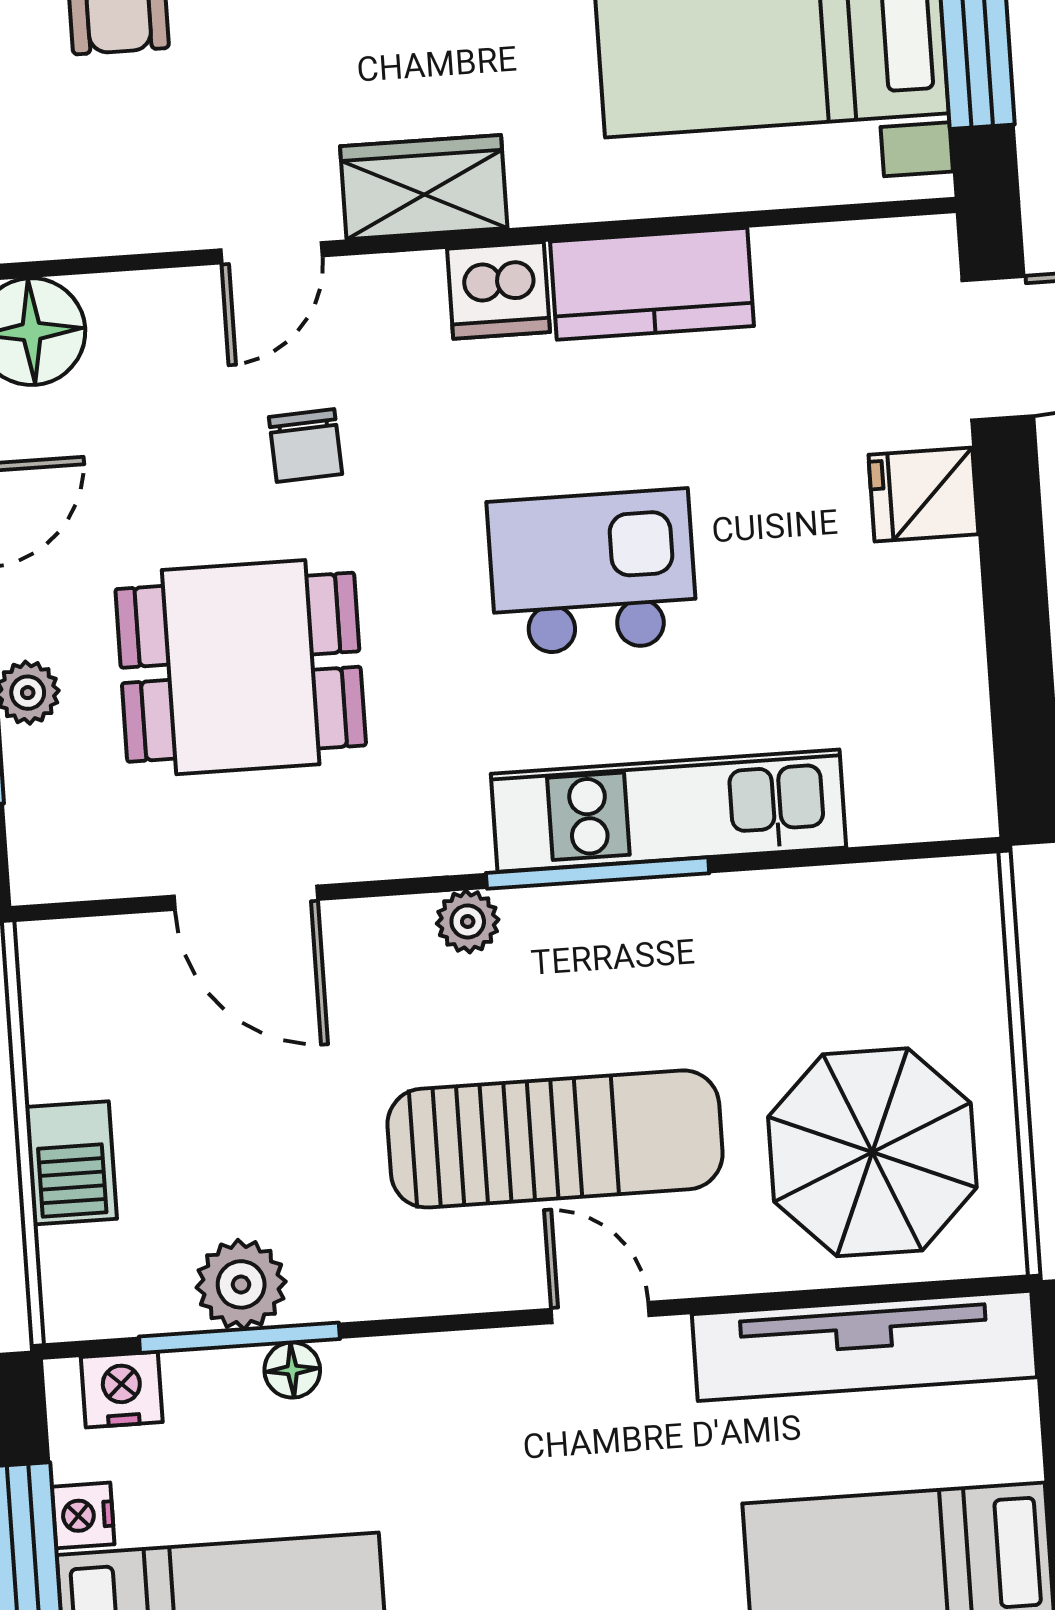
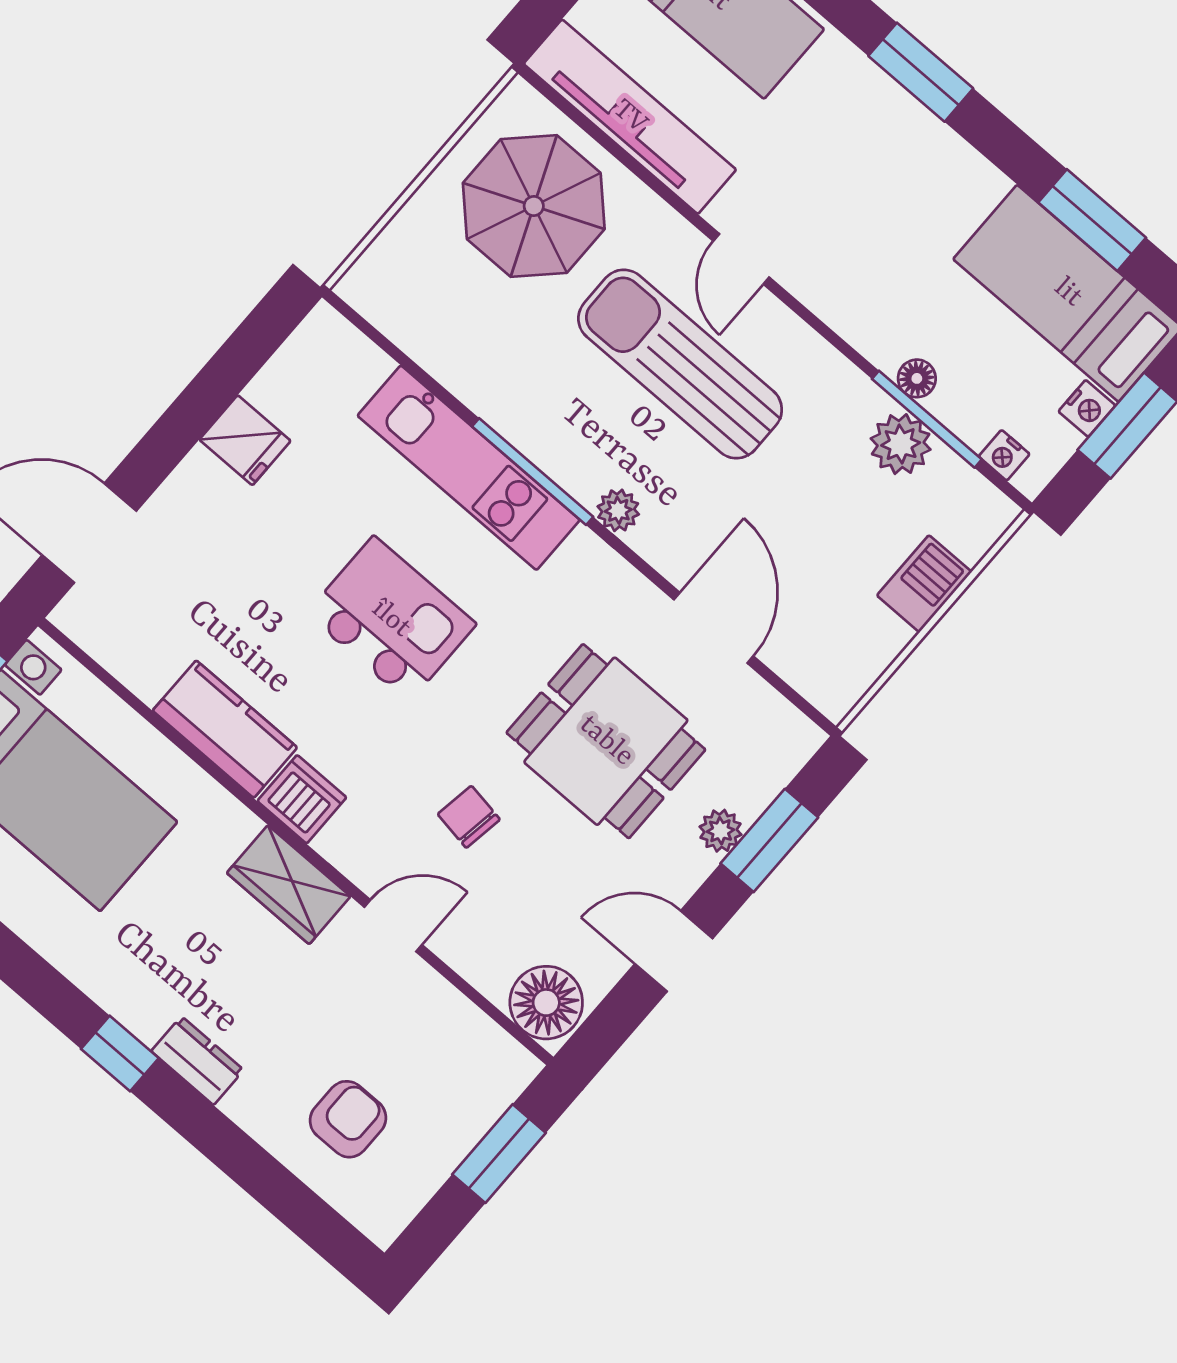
chair: (306, 445) -> (469, 817), turned -78
fridge: (923, 495) -> (245, 440), moved
kitchen island: (592, 572) -> (391, 619), turned 180
nightstand: (122, 1390) -> (1004, 455), width x0.72, depth x0.74

